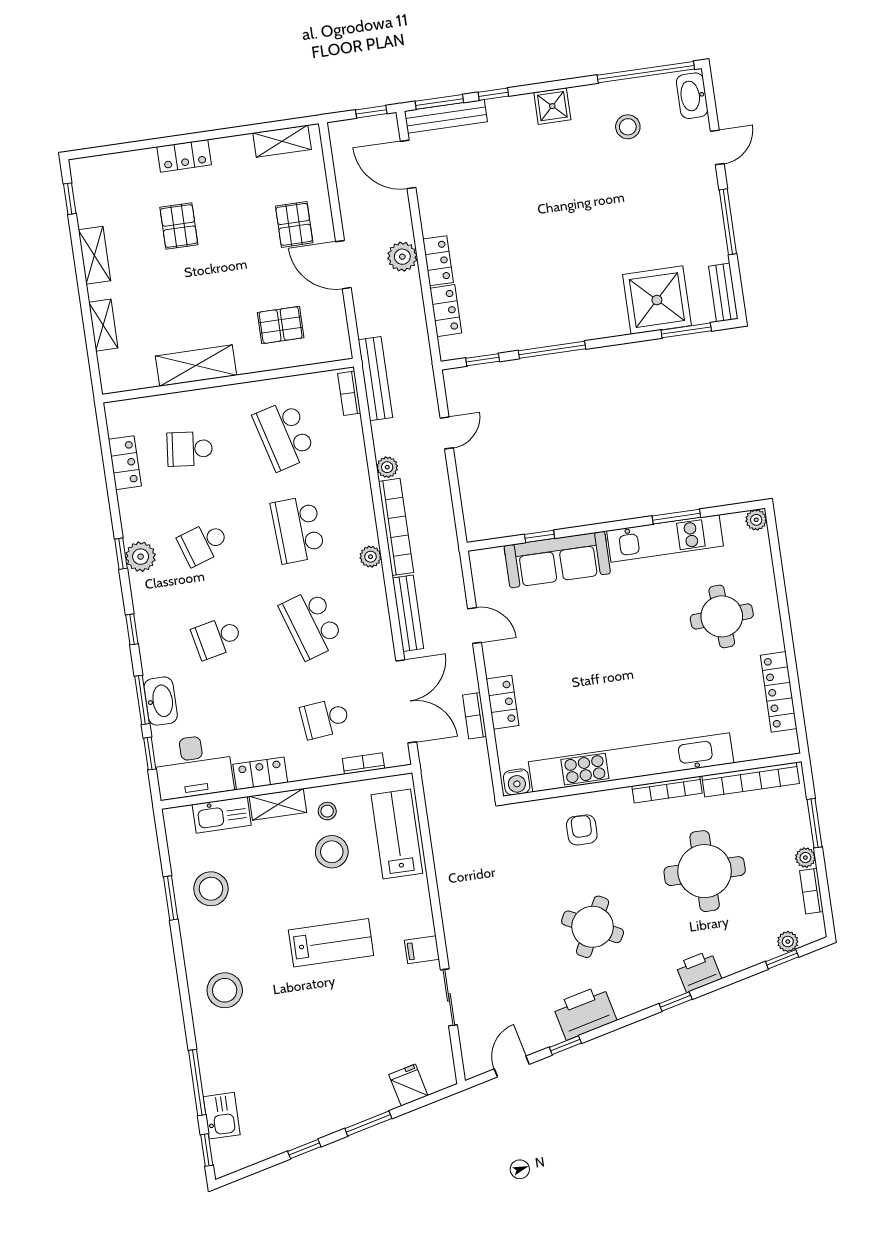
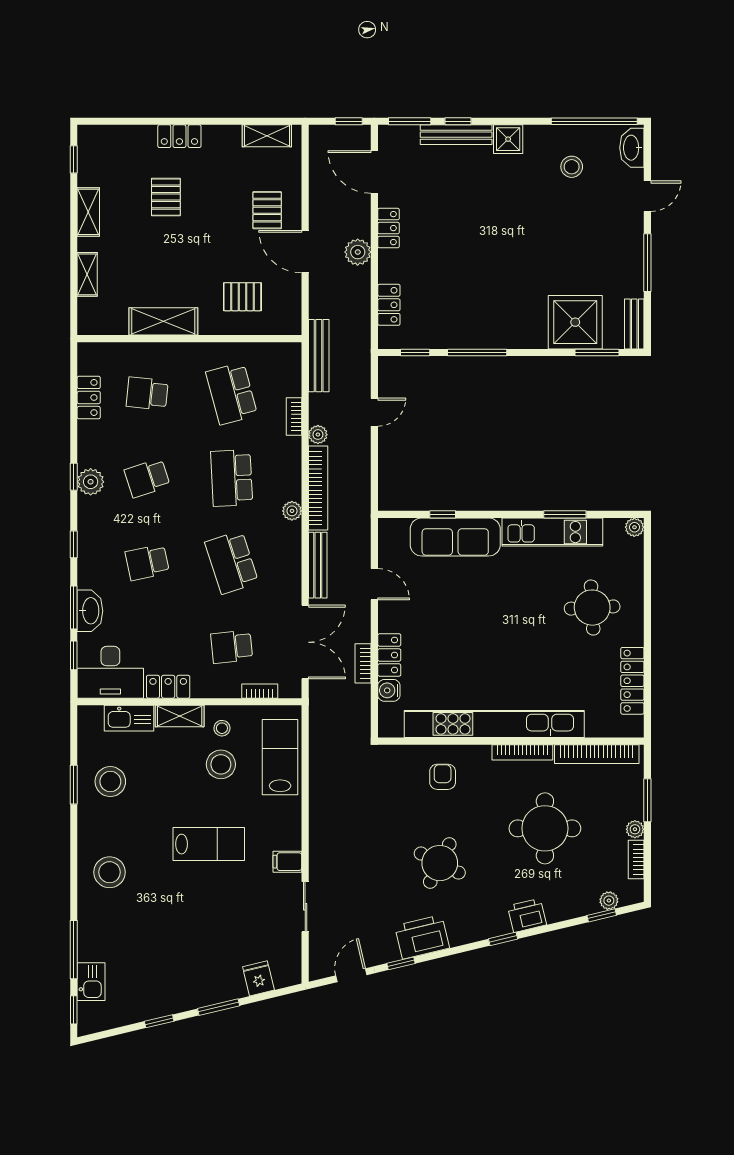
bench: (446, 116) -> (456, 135), moved
locker: (438, 261) -> (389, 228), moved
bookcase: (349, 393) -> (294, 417), moved
water cooler: (517, 782) -> (389, 690), moved, turned 90

